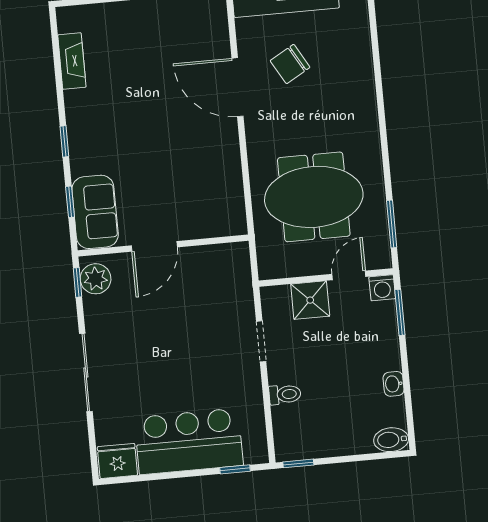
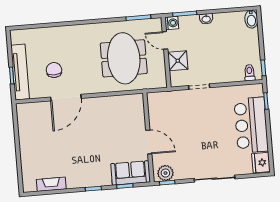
chair: (290, 64) -> (54, 70), turned -150
washbasin: (394, 384) -> (206, 19), moved
toilet: (285, 394) -> (250, 73), moved

